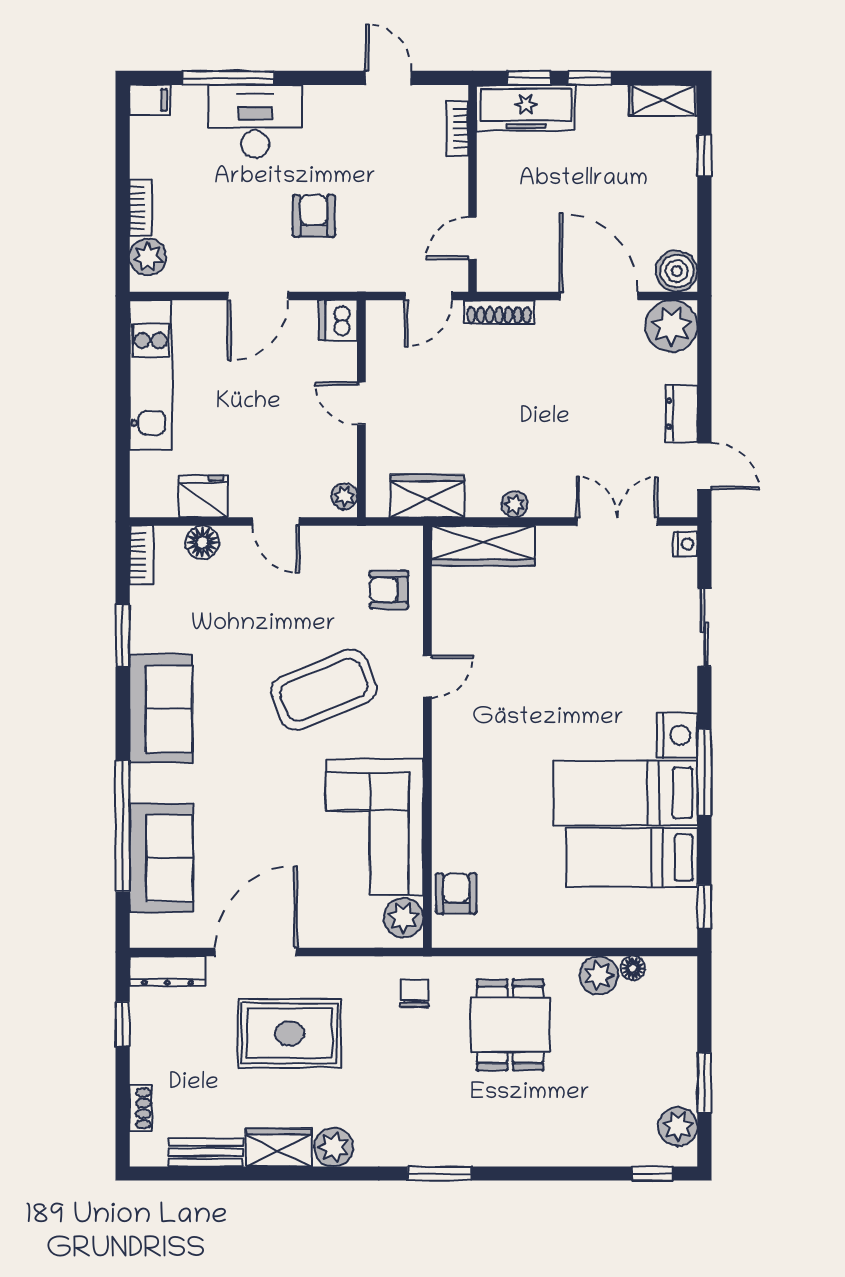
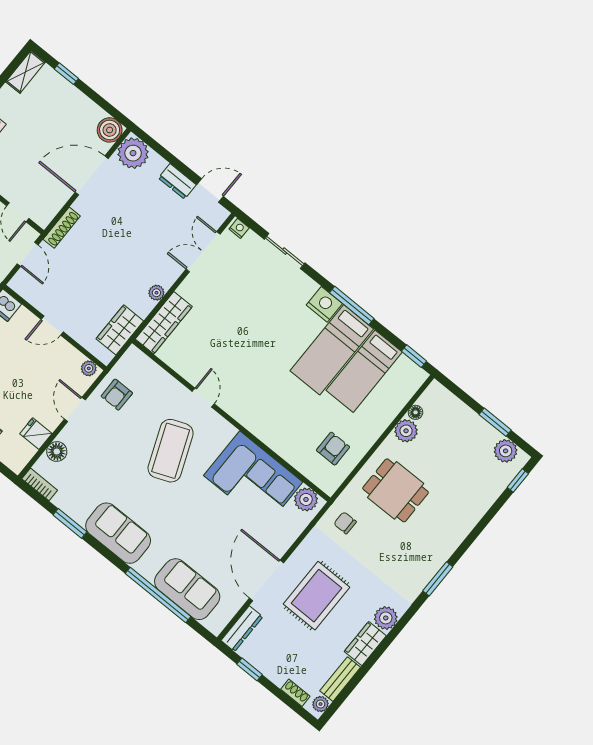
fridge: (203, 496) -> (36, 434), width x0.72
door: (276, 522) -> (75, 410), swing flipped
armchair: (389, 590) -> (117, 395), moved
armchair: (456, 894) -> (333, 449), moved, turned 90
plant: (152, 1153) -> (320, 704), added

